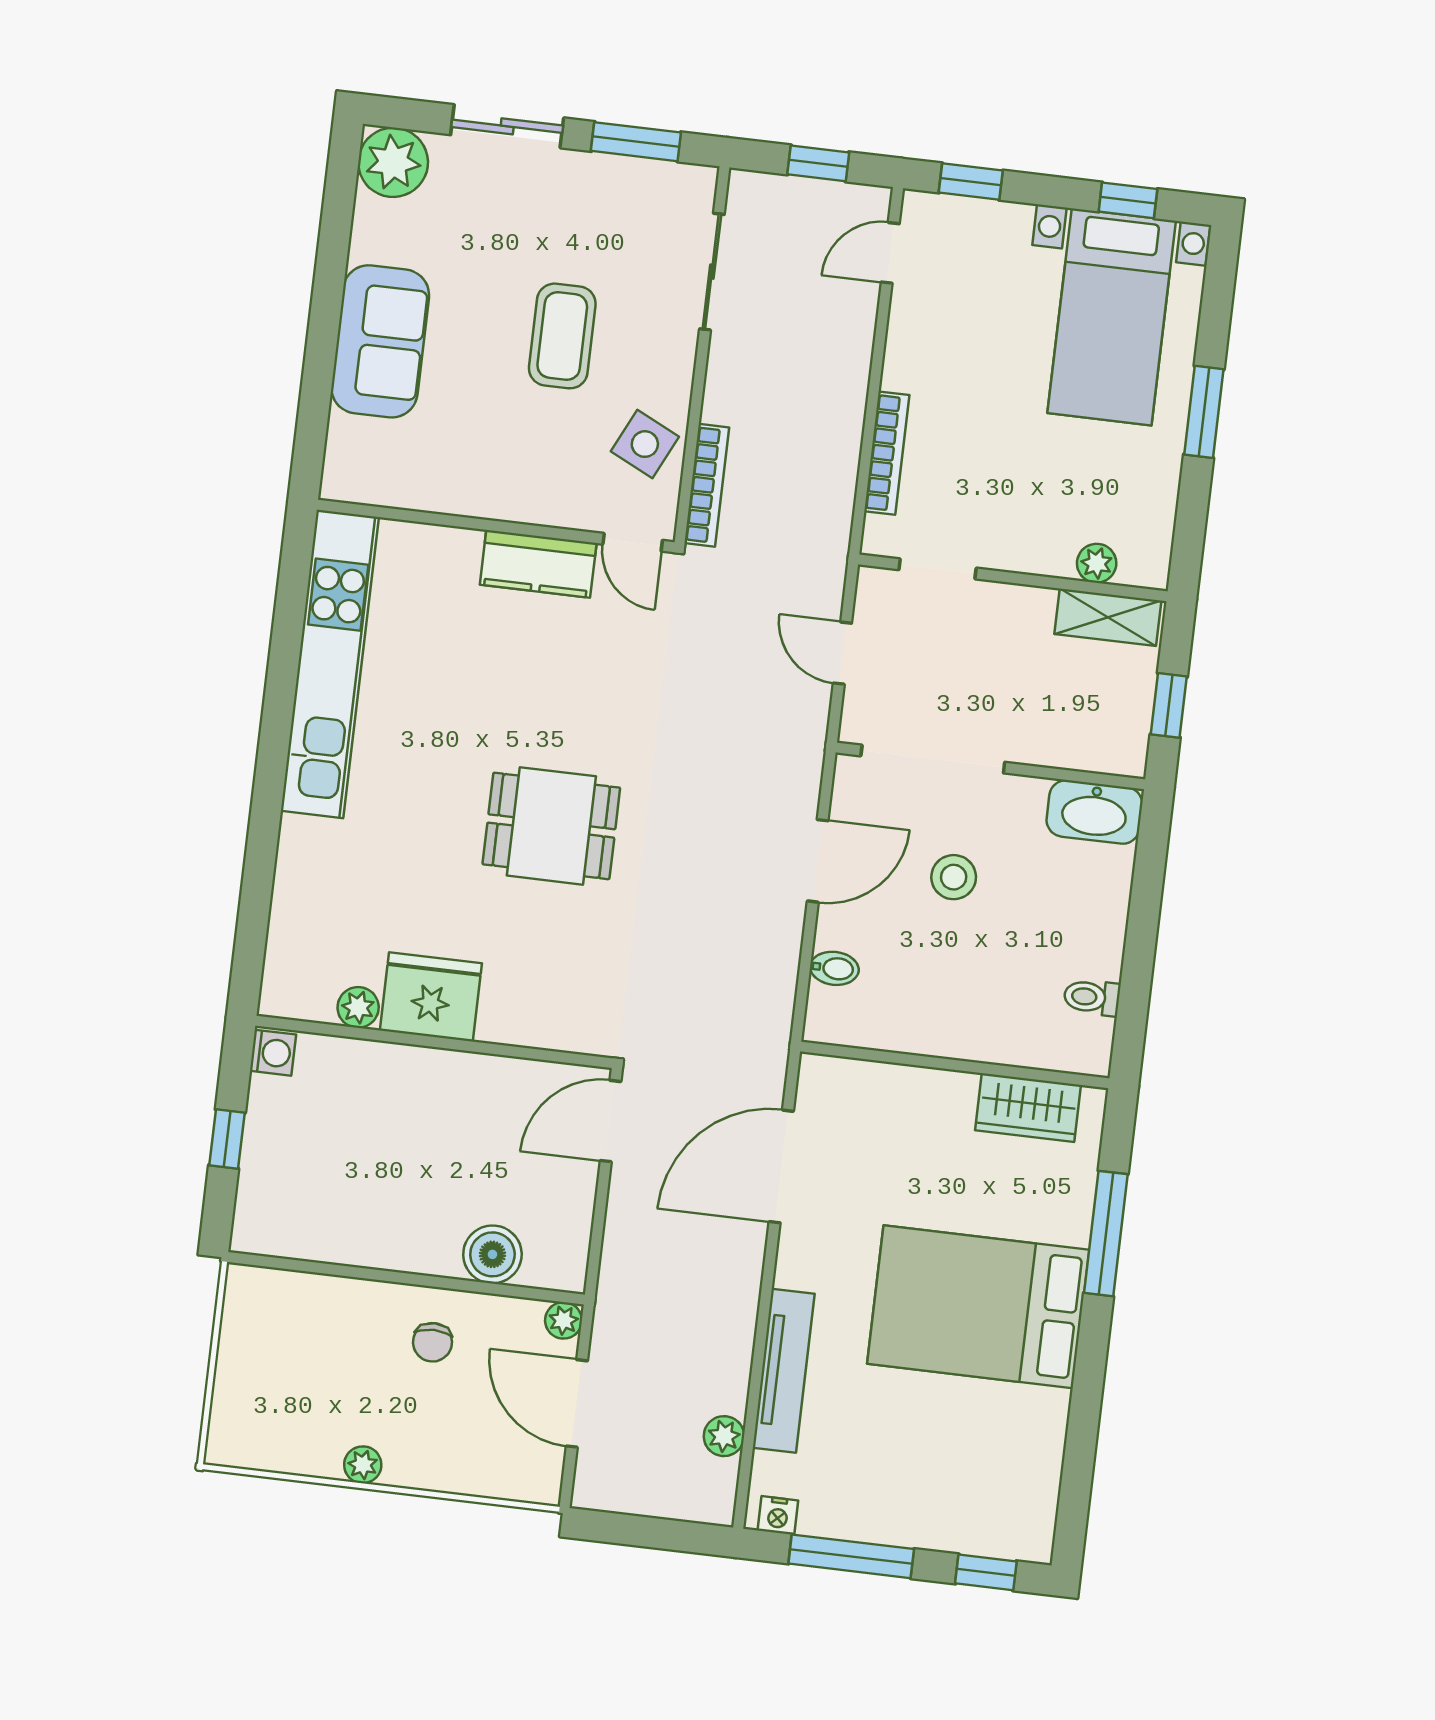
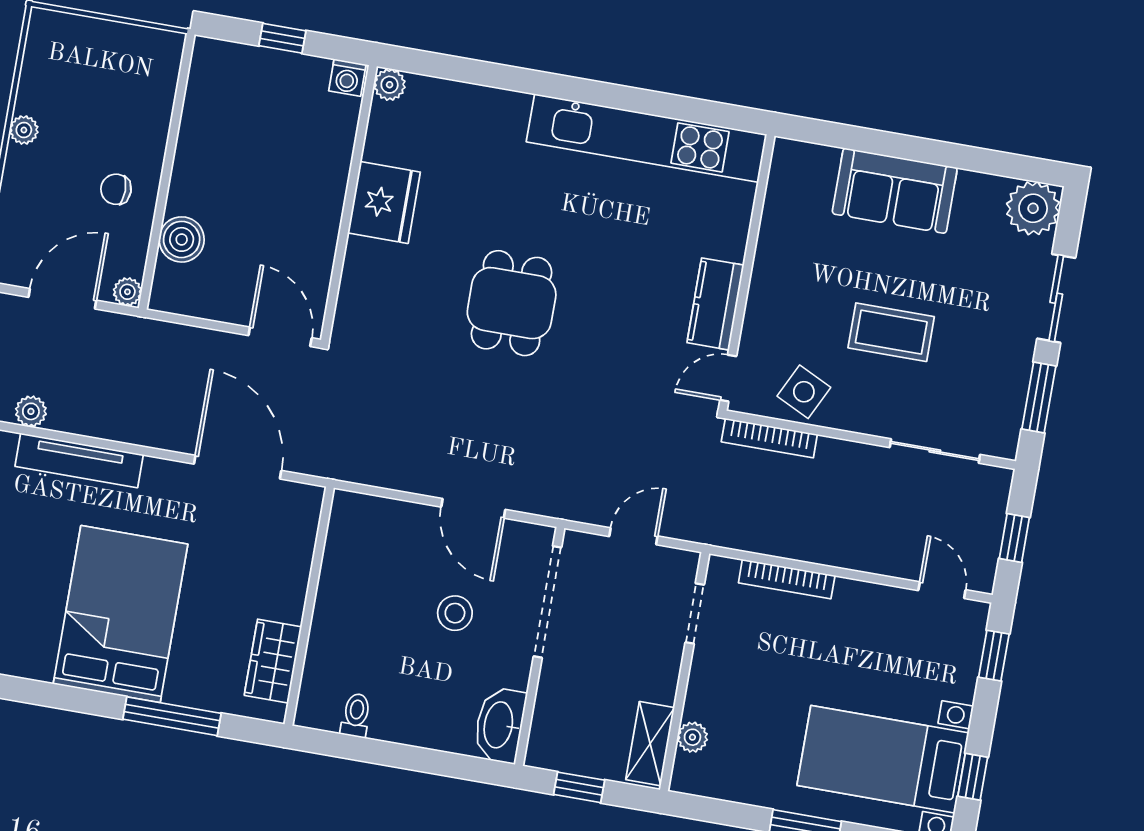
bidet: (834, 968) -> (389, 517), removed
plant: (358, 1007) -> (390, 85), moved

